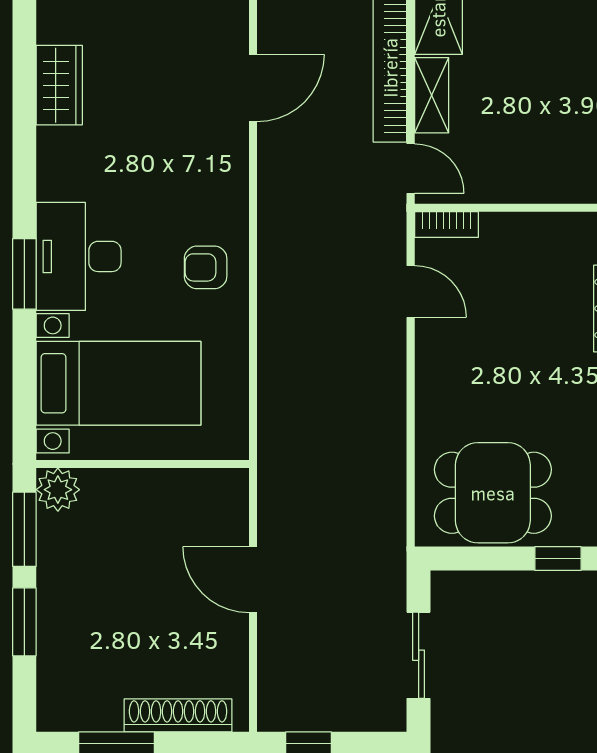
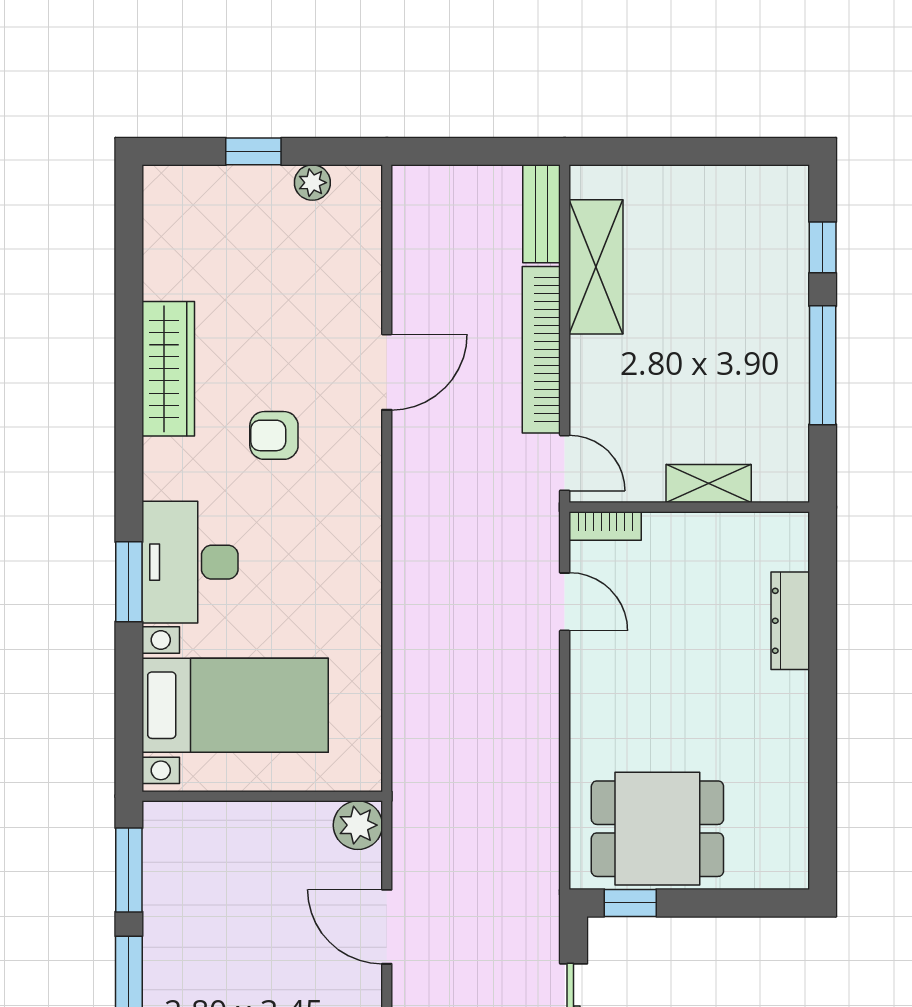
wardrobe: (59, 85) -> (168, 369), width x1.50
shelving: (432, 95) -> (709, 484), moved, turned 90
armchair: (206, 267) -> (274, 435), moved
plant: (58, 490) -> (358, 825), moved
window: (558, 559) -> (630, 903), moved

